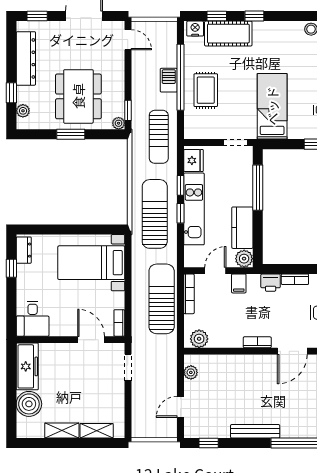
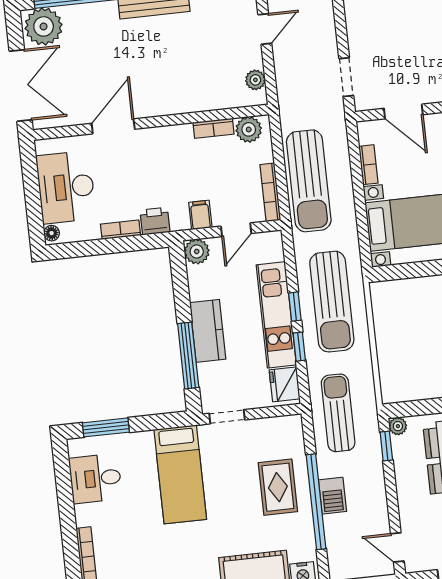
kitchen counter: (242, 228) -> (208, 331), moved
bookcase: (119, 323) -> (368, 165), moved
bookcase: (257, 342) -> (213, 128), moved

